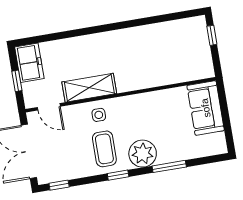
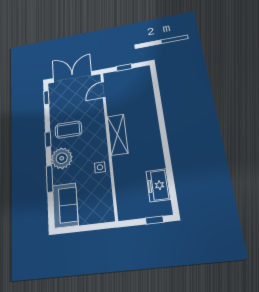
freezer: (29, 63) -> (158, 185), moved, turned 90
shelving: (89, 88) -> (117, 135), moved
sofa: (206, 108) -> (65, 205), moved, turned 90
side table: (99, 115) -> (100, 167), moved

